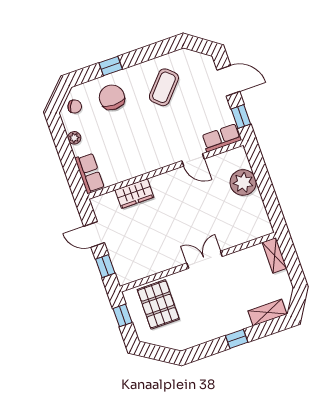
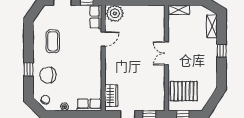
coffee table: (164, 87) -> (53, 41), turned 48
plant: (243, 182) -> (115, 13), moved
wardrobe: (134, 194) -> (111, 96), moved

